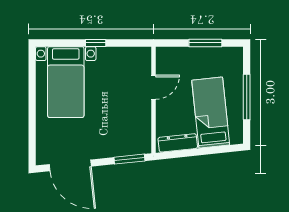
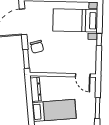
door: (154, 87) -> (83, 75), moved
chair: (109, 142) -> (37, 47), added

